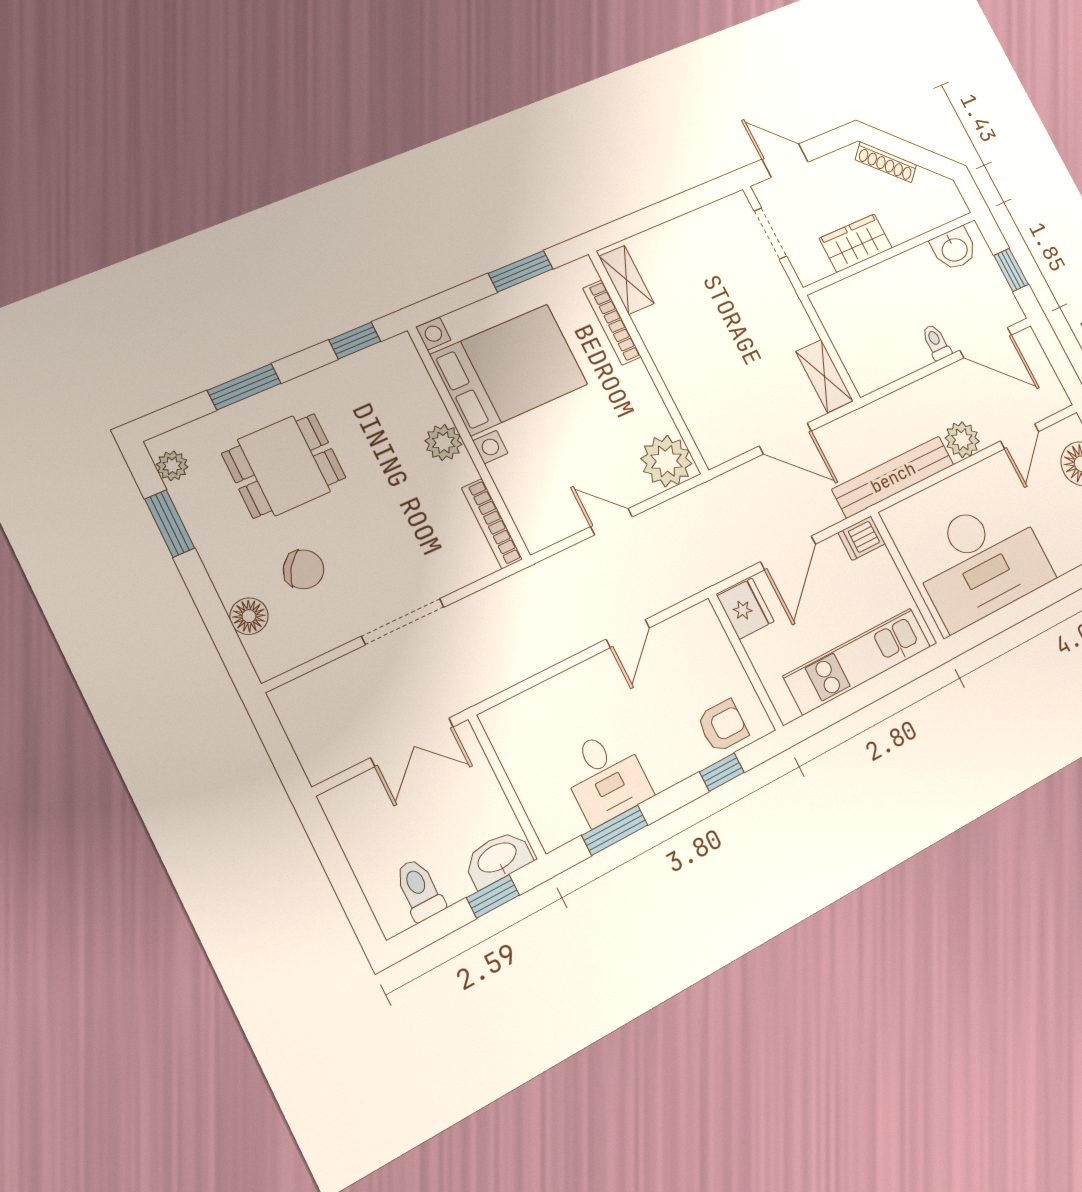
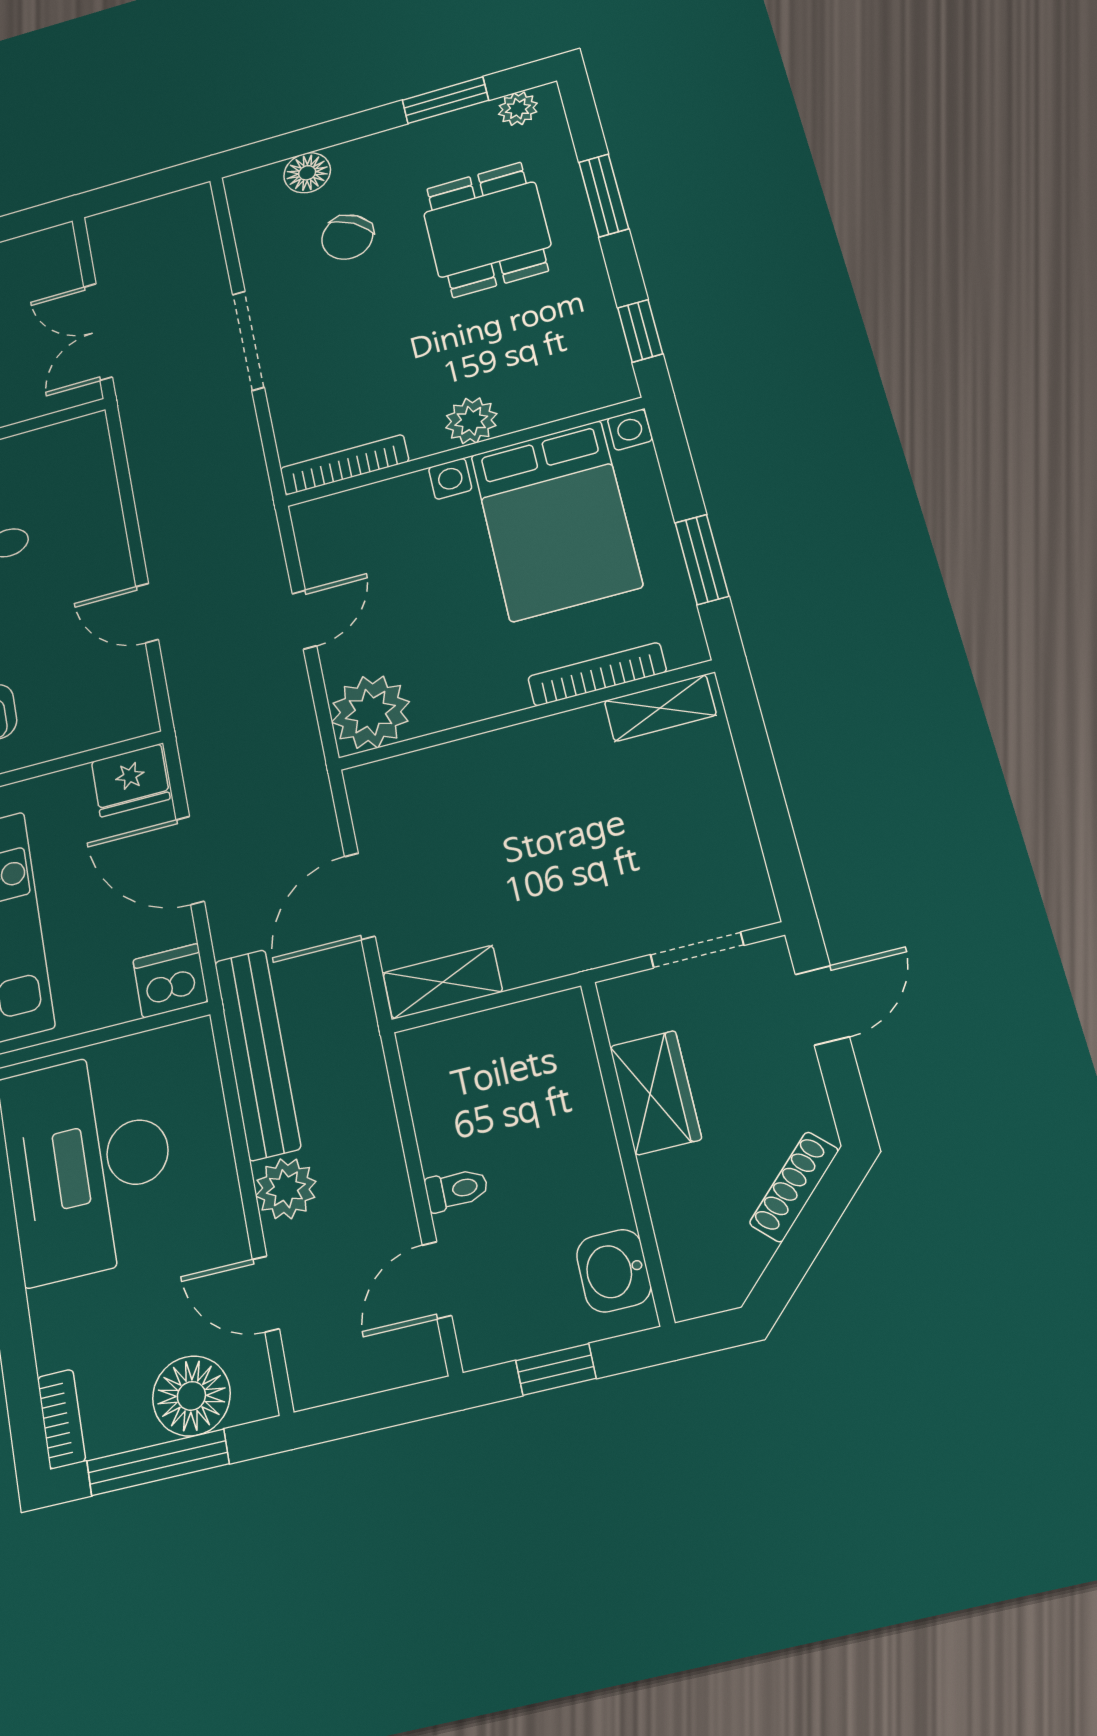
door: (986, 343) -> (437, 1280), width x0.73
dishwasher: (862, 538) -> (170, 981), width x1.38

